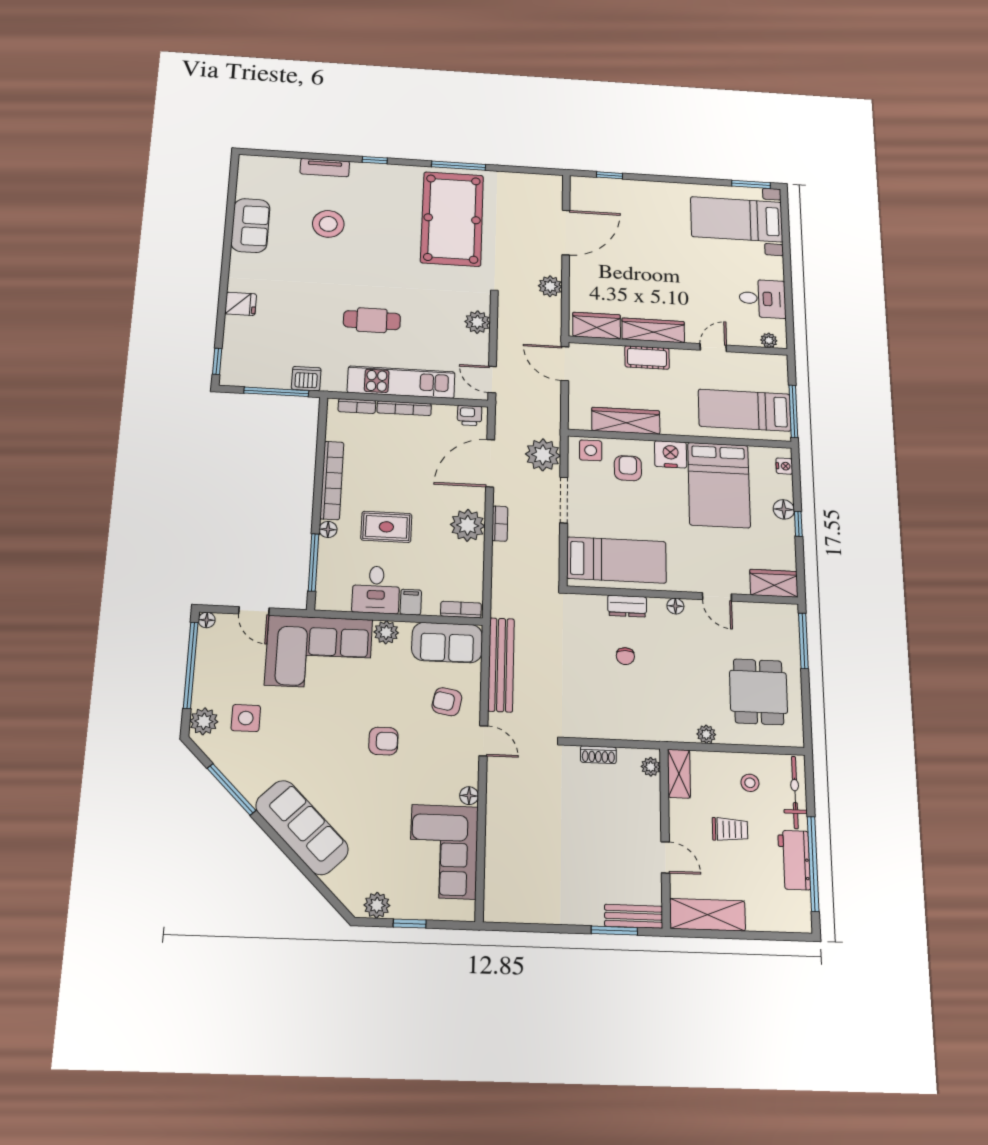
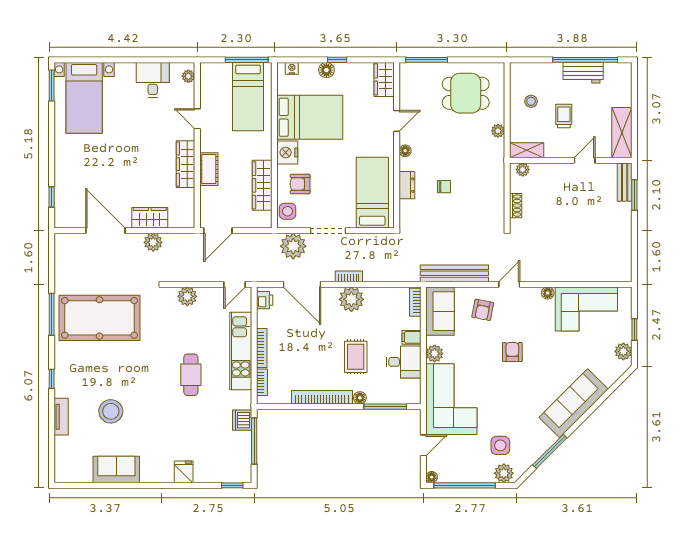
wardrobe: (597, 326) -> (150, 218), moved, turned 90
bicycle: (795, 792) -> (536, 70), removed

